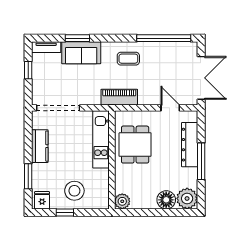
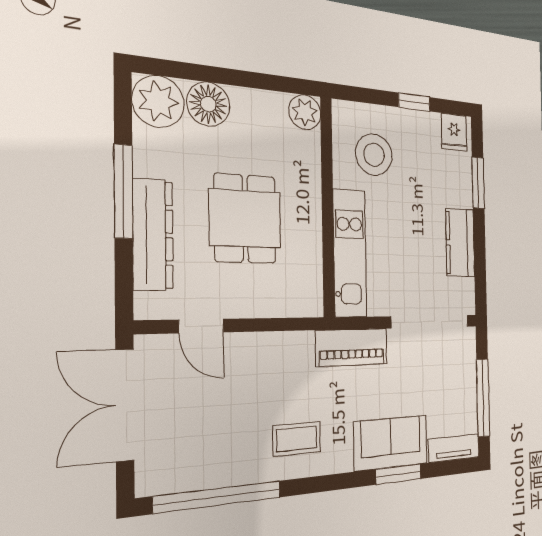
window: (28, 70) -> (483, 398), width x2.17
piano: (119, 97) -> (352, 347), moved
dining table: (135, 145) -> (245, 219), moved
stool: (74, 191) -> (374, 155), moved

